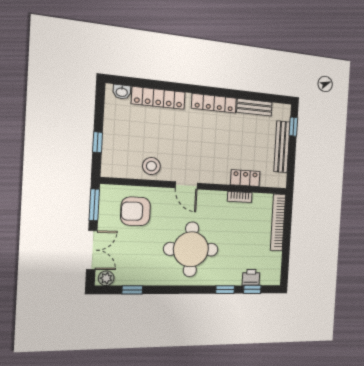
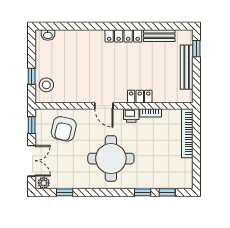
locker: (158, 98) -> (77, 37), removed
stool: (151, 166) -> (46, 85), moved
locker: (245, 178) -> (140, 97), moved
window: (94, 205) -> (32, 125), width x0.67
armchair: (136, 211) -> (64, 129), turned -77
printer: (251, 277) -> (131, 116), moved, turned 180

